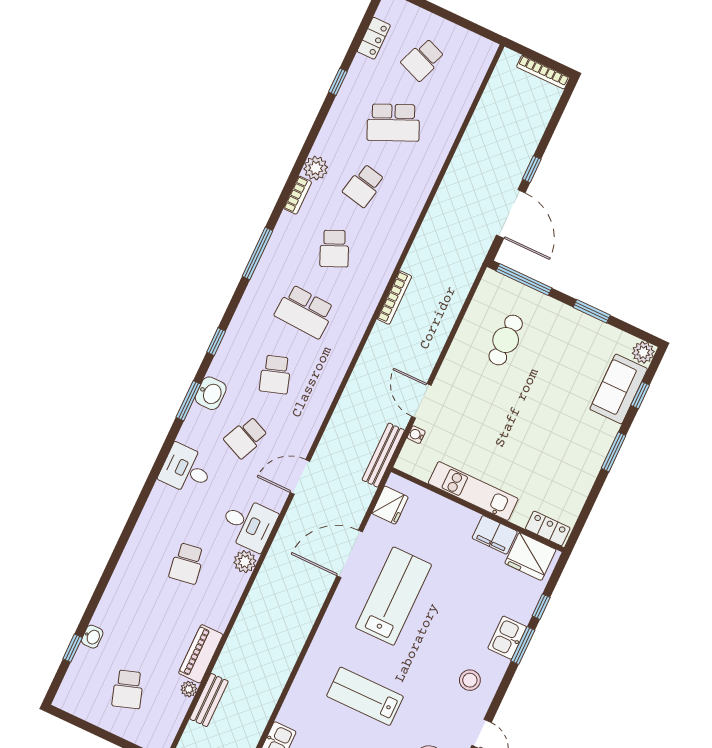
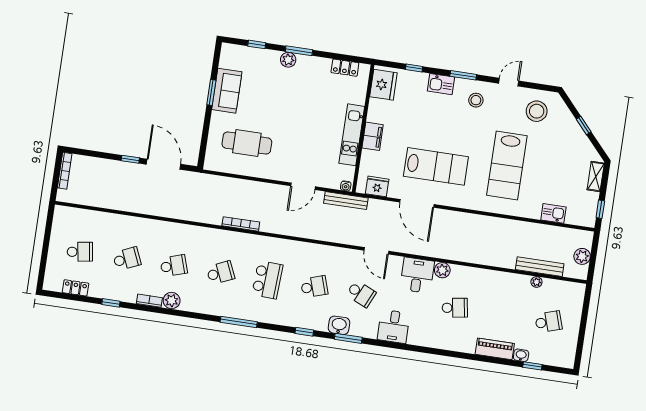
school desk: (423, 60) -> (80, 252), turned -30
school desk: (393, 123) -> (127, 259), width x0.54
school desk: (364, 186) -> (174, 266), turned -30
bookcase: (298, 195) -> (149, 301), moved
door: (511, 214) -> (164, 164), hinge flipped
window: (524, 279) -> (204, 143), removed
cafe table: (506, 340) -> (247, 143), width x1.37, depth x1.35
plant: (643, 352) -> (288, 60), moved
sofa: (619, 389) -> (227, 91), moved, turned -90
water cooler: (416, 435) -> (346, 186), moved
locker: (548, 528) -> (345, 68), moved, turned -90
filing cabinet: (495, 535) -> (373, 136), moved
lab bench: (394, 596) -> (436, 166), turned 180
window: (523, 645) -> (463, 75), moved
piano: (201, 654) -> (495, 349), moved, turned 180
lab bench: (365, 696) -> (507, 166), width x1.36, depth x1.39
bench: (209, 700) -> (540, 267), width x1.36

